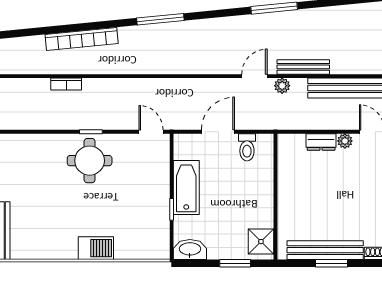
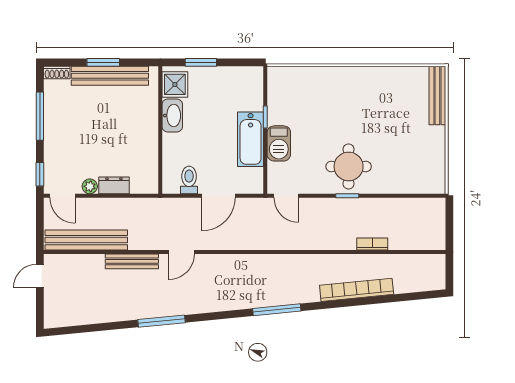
plant: (282, 86) -> (153, 242), removed
barbecue: (96, 248) -> (279, 143), moved, turned -90
washbasin: (190, 249) -> (172, 116), moved, turned -90

